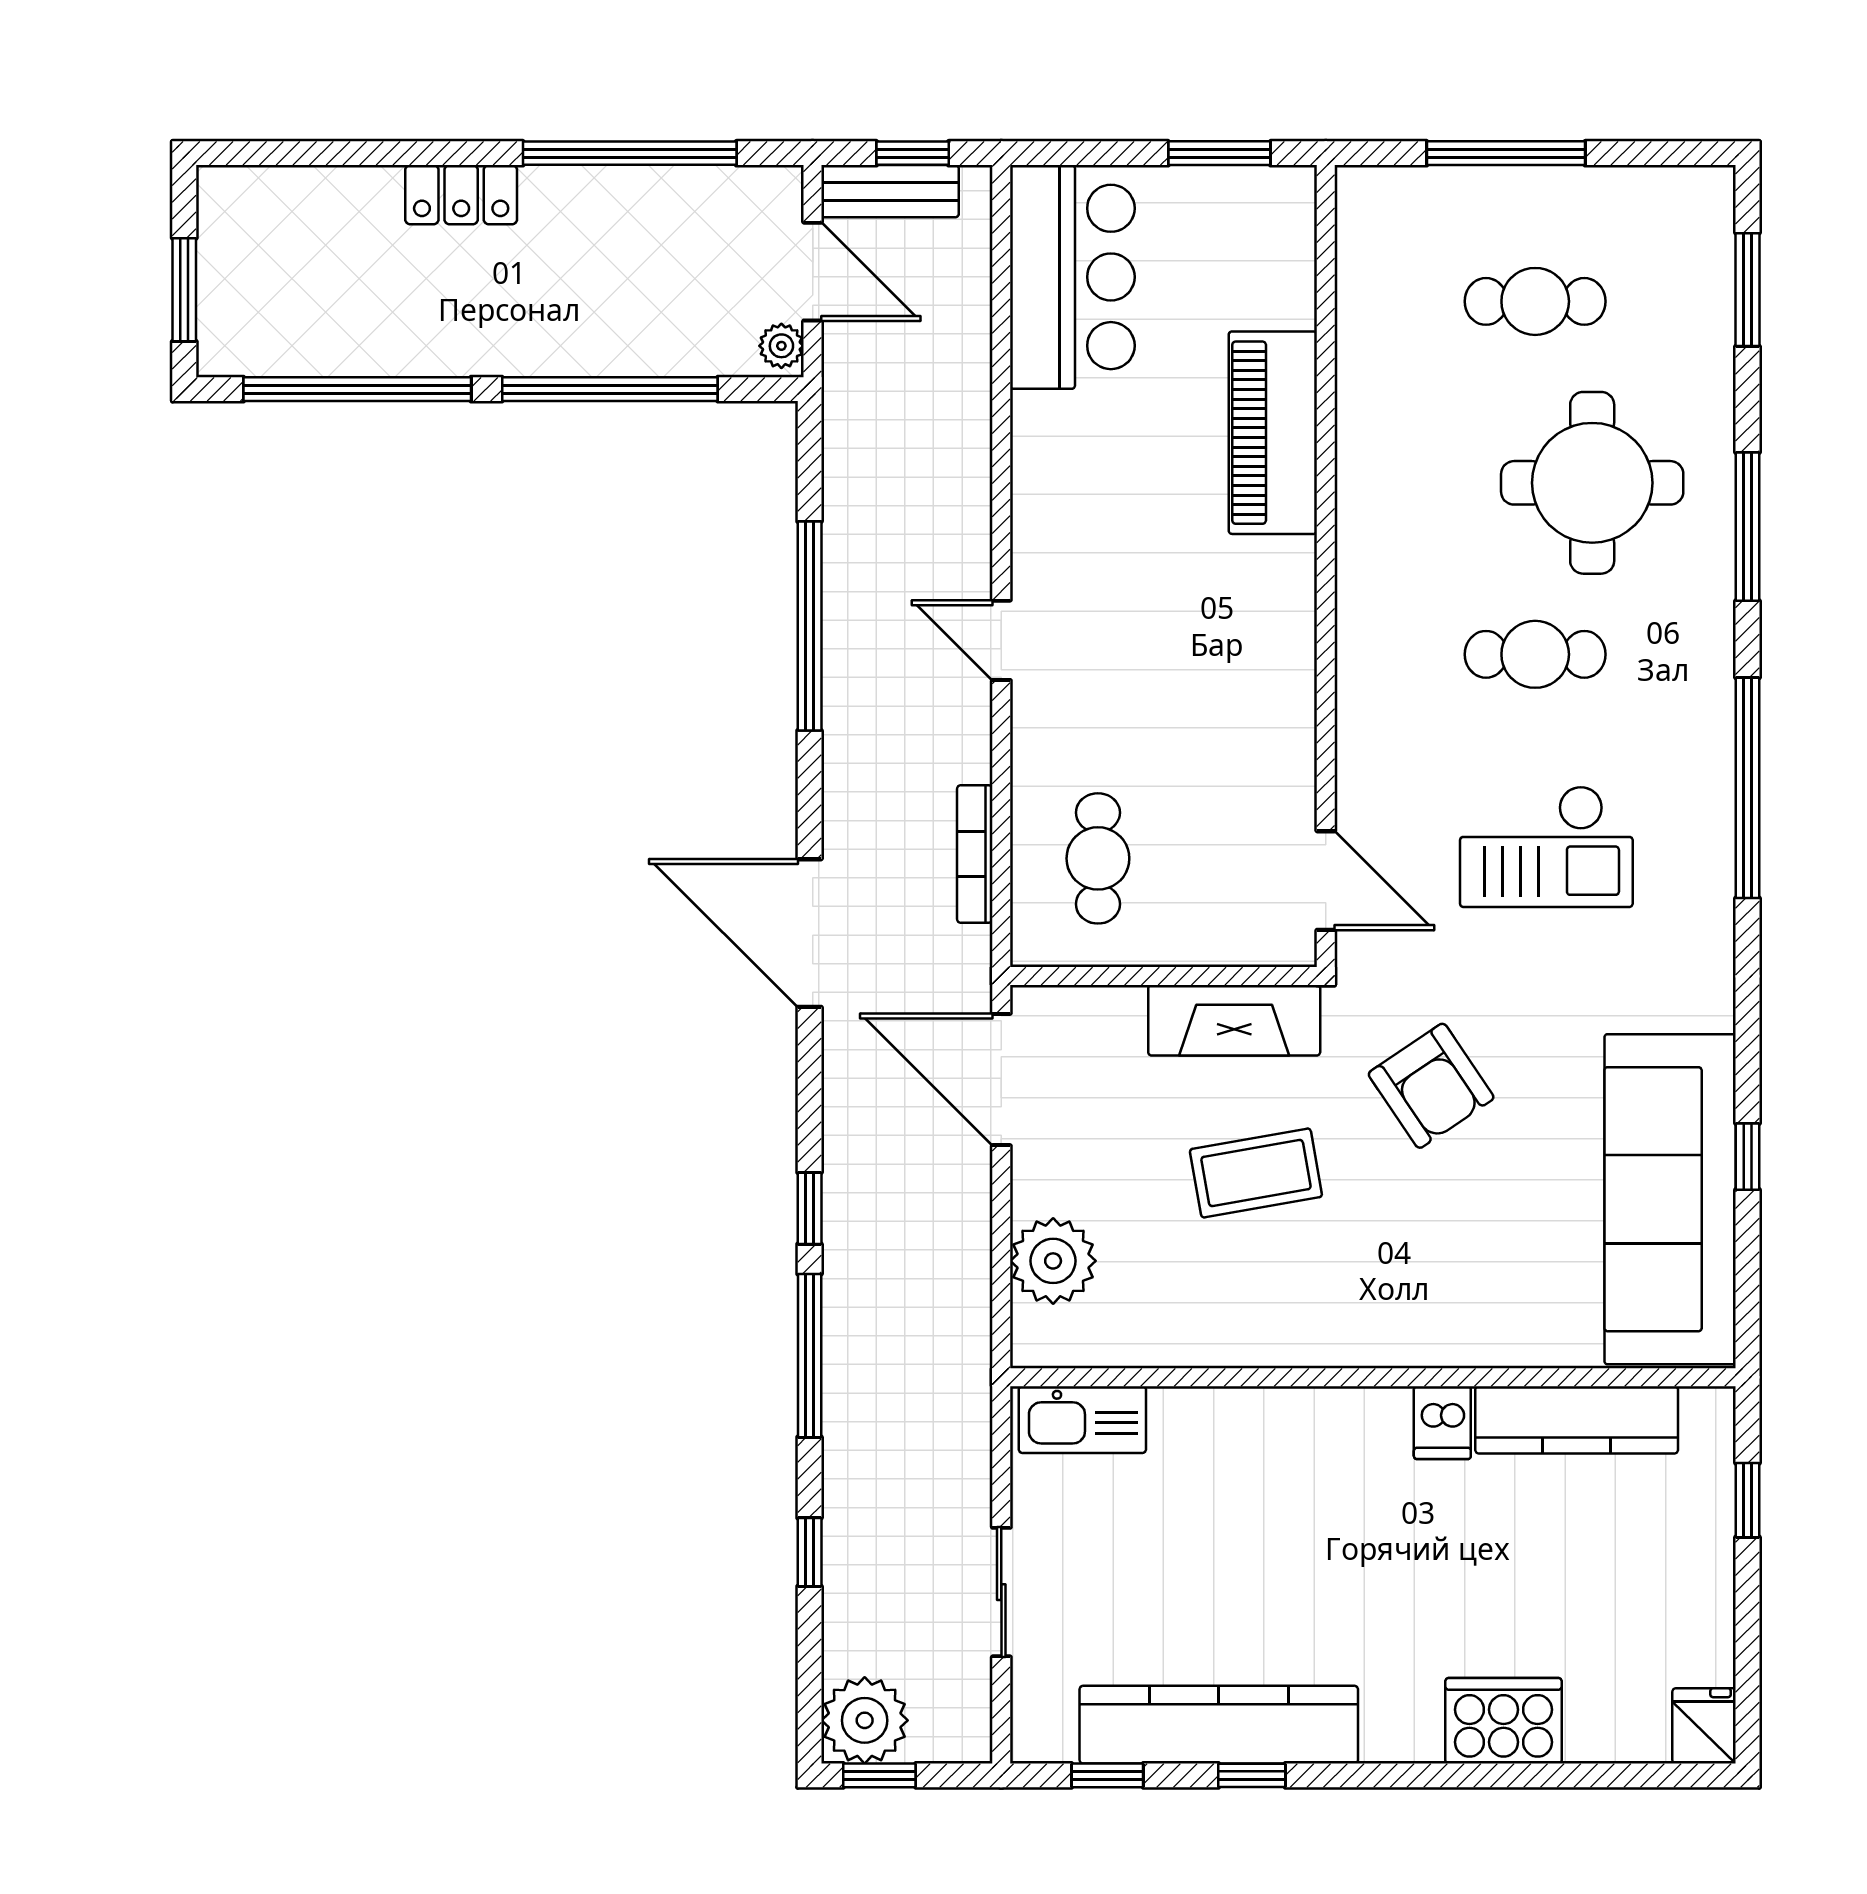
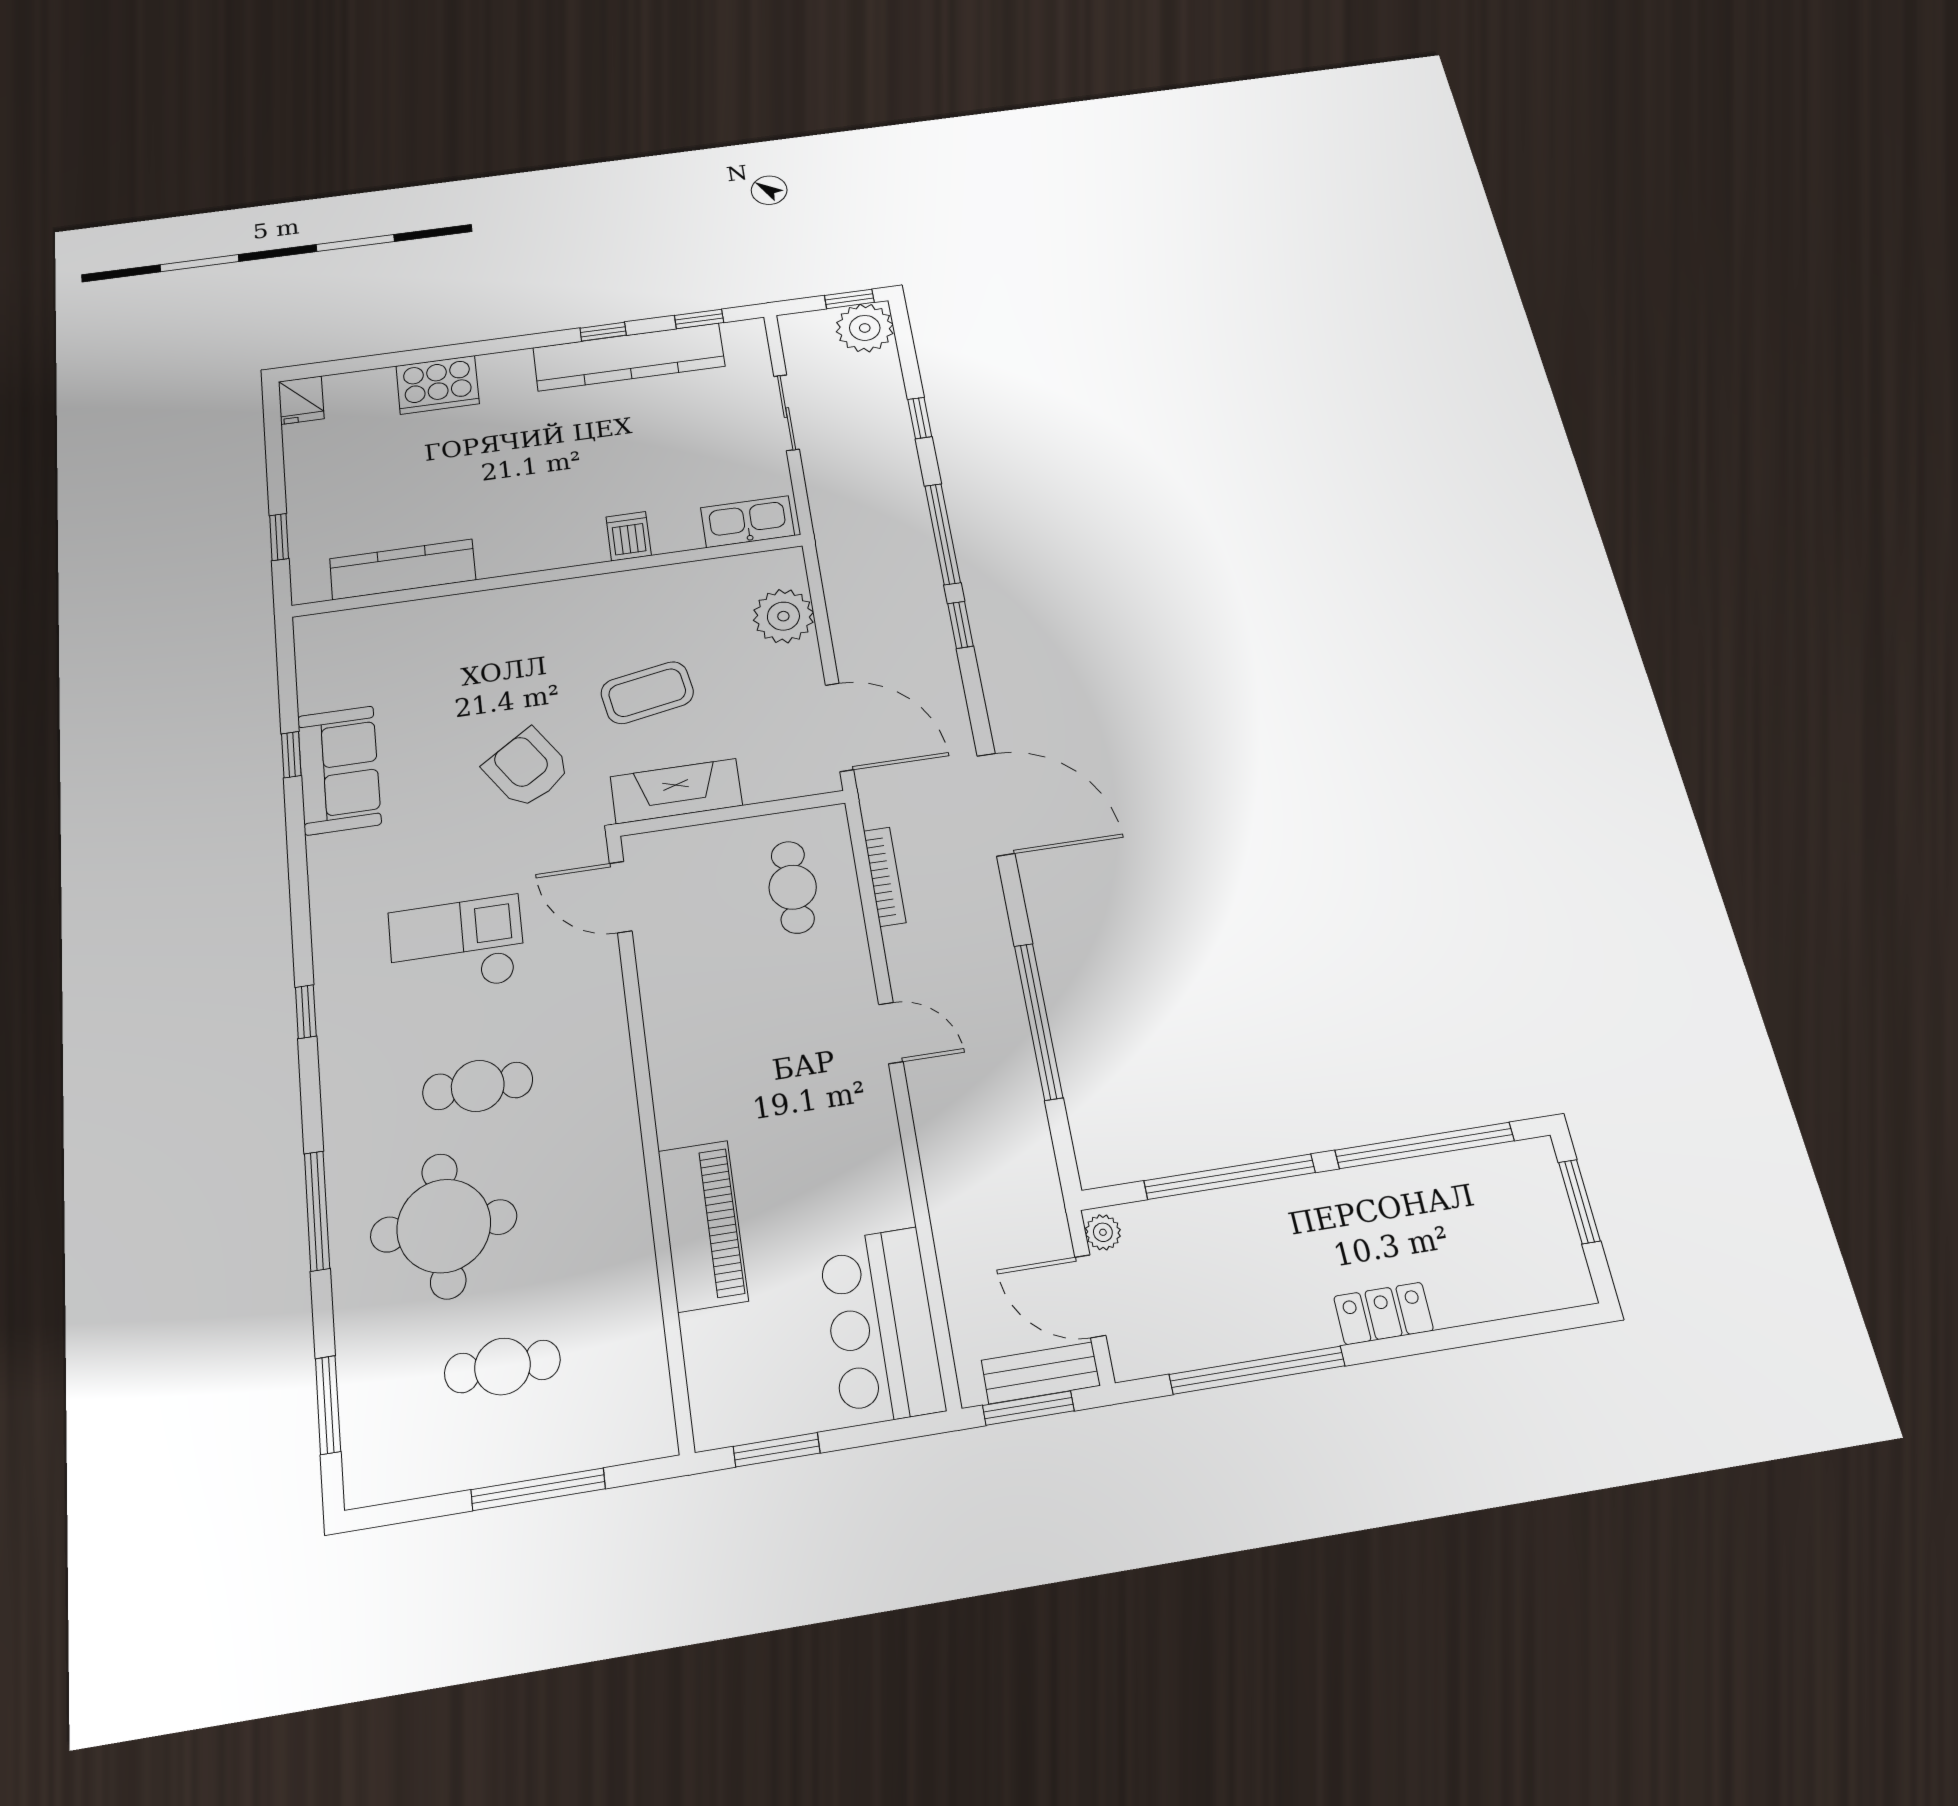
window: (913, 153) -> (1028, 1408), width x1.50
window: (1748, 788) -> (306, 1012), width x0.32
sofa: (1670, 1199) -> (339, 770), width x0.54, depth x0.79
dishwasher: (1442, 1423) -> (629, 536), moved

